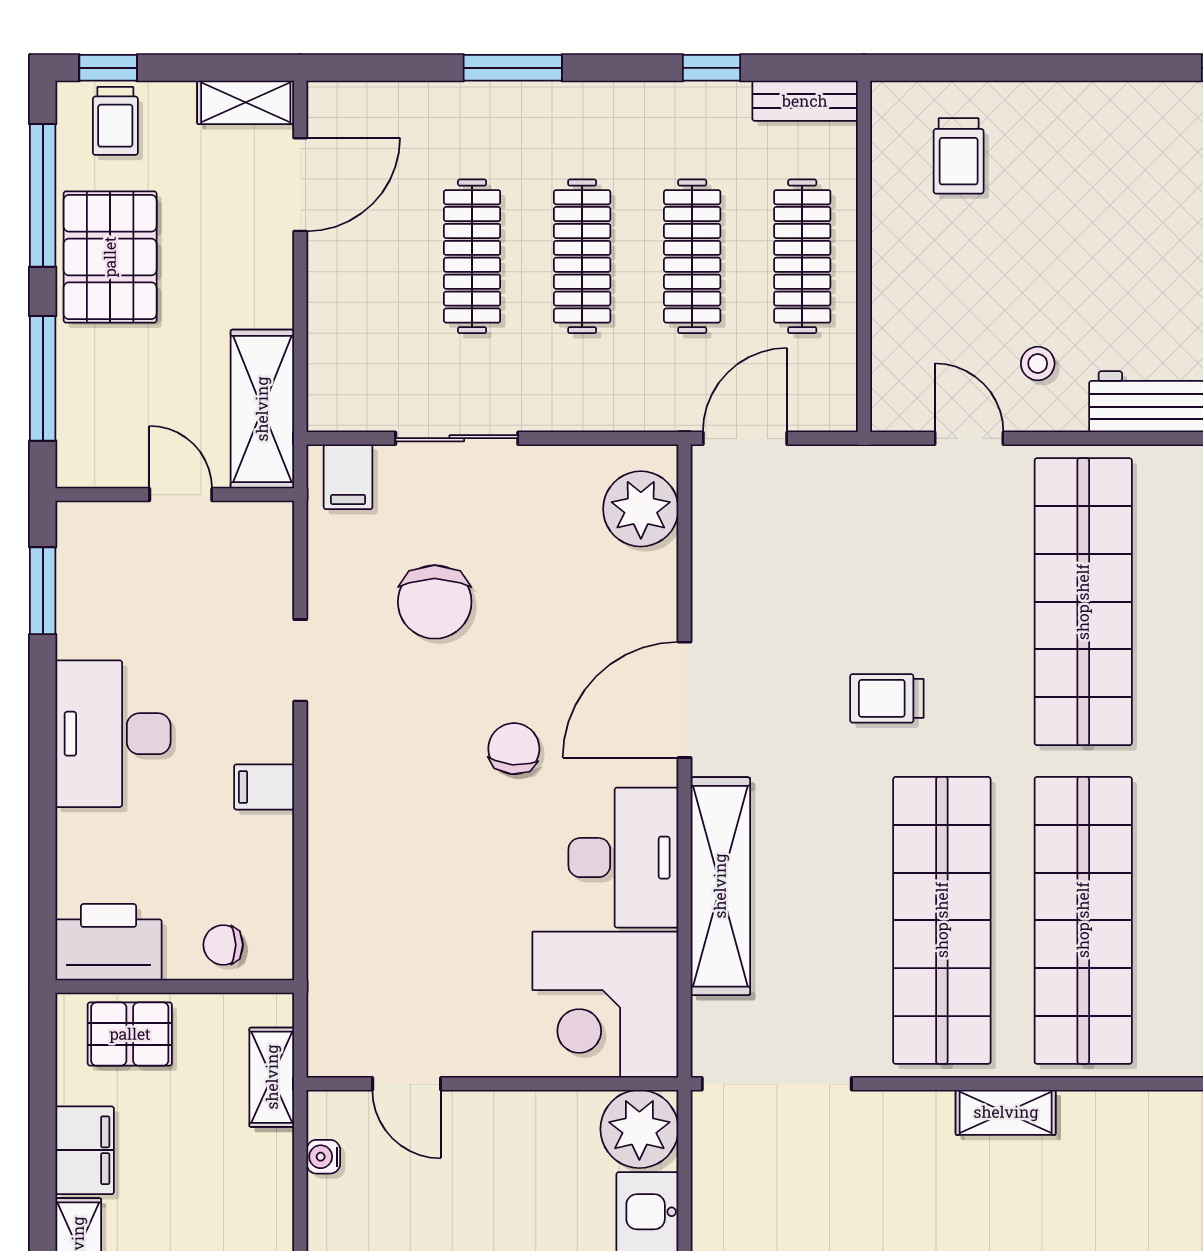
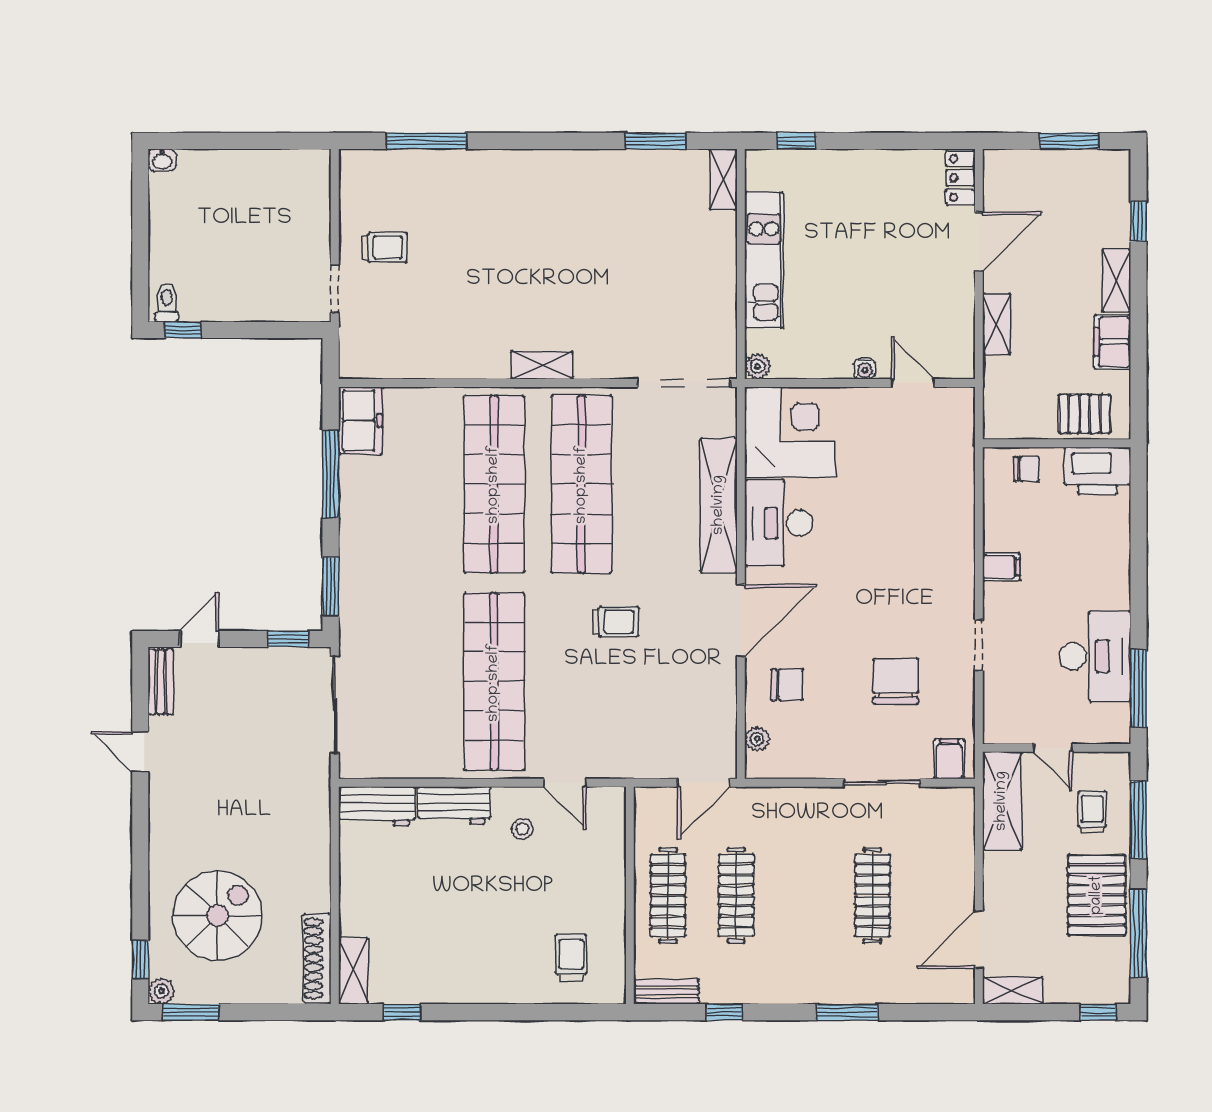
trolley: (115, 121) -> (1092, 812), moved
clothes rail: (582, 256) -> (804, 895), removed
plant: (641, 509) -> (757, 739), width x0.53, depth x0.53
window: (43, 591) -> (1138, 688), width x1.44
desk: (113, 734) -> (1095, 656), moved
chair: (514, 749) -> (787, 685), moved, turned -95
shelving: (272, 1077) -> (996, 324), moved
plant: (639, 1129) -> (758, 366), width x0.53, depth x0.53
water cooler: (323, 1157) -> (865, 369), moved, turned 90

